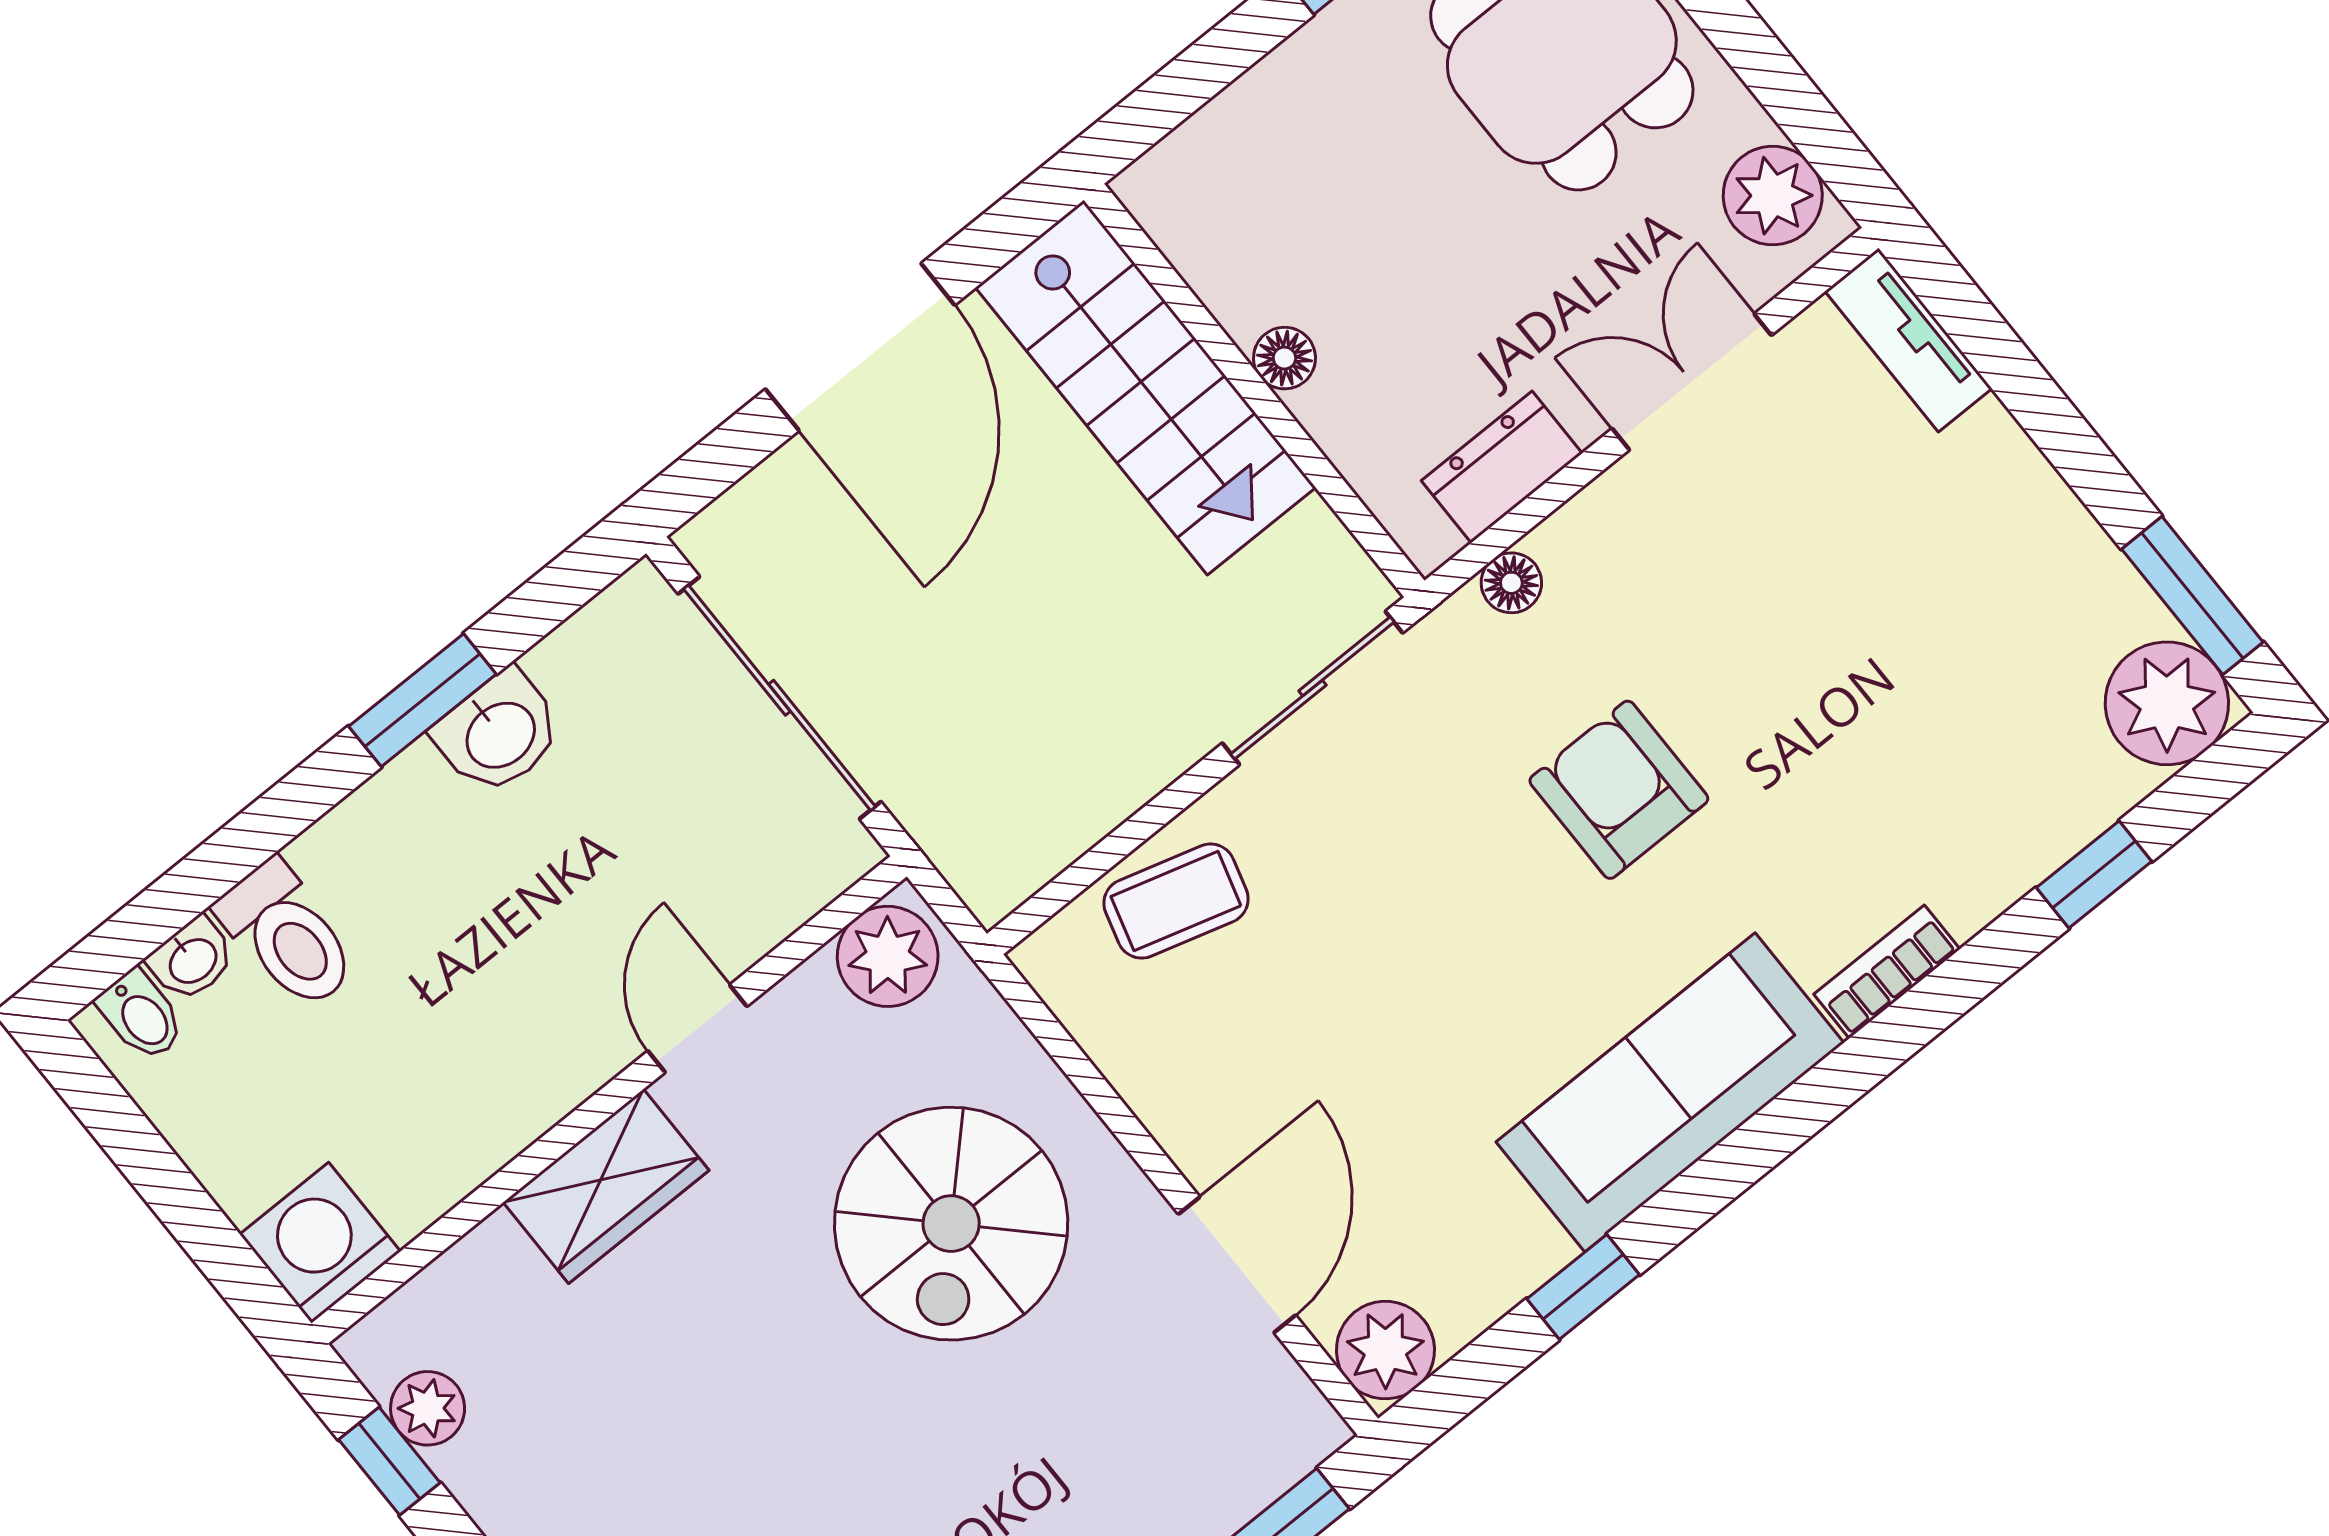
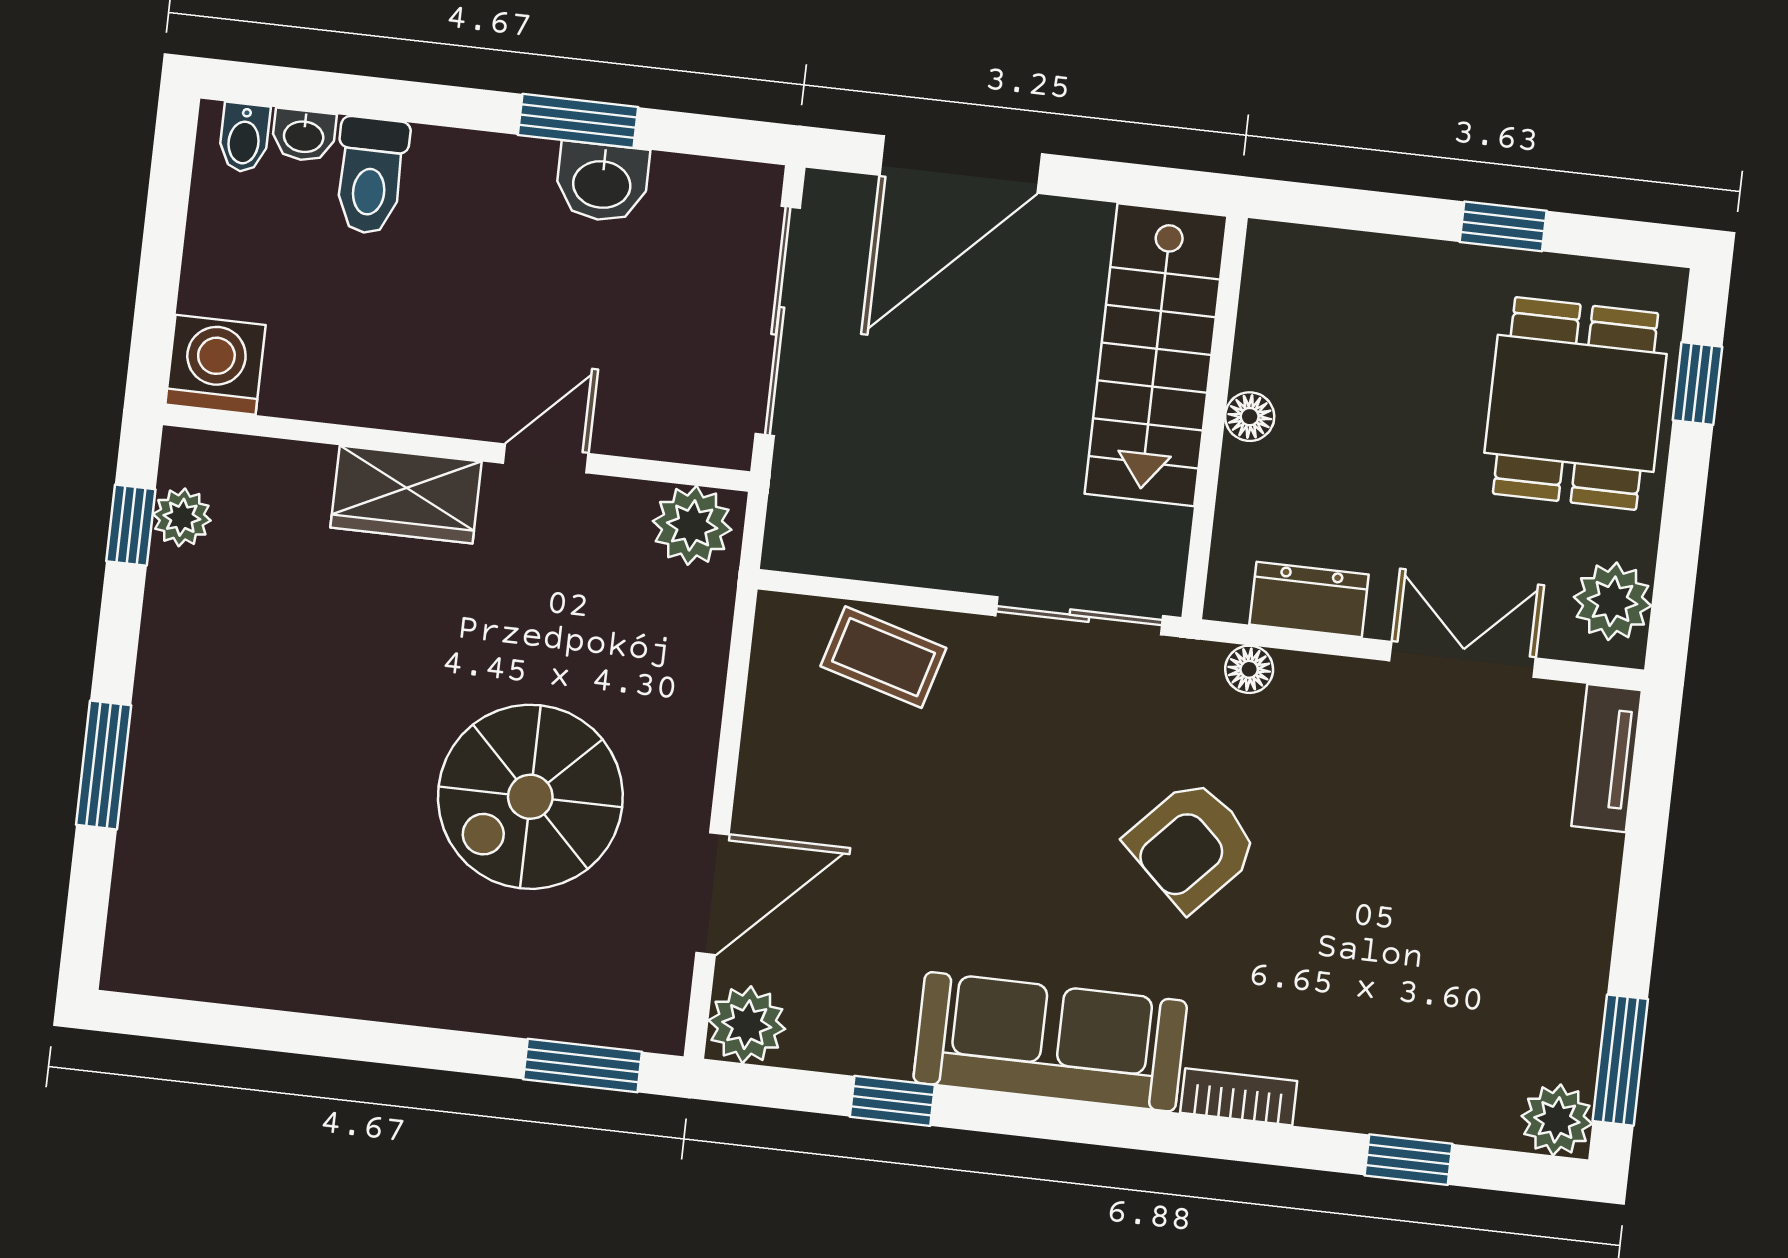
door: (860, 347) -> (961, 165), moved
plant: (2167, 703) -> (1557, 1120), width x0.73, depth x0.73
armchair: (1619, 790) -> (1192, 845), turned -137
spiral stairs: (951, 1224) -> (530, 797), moved

